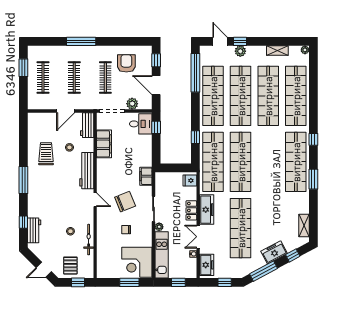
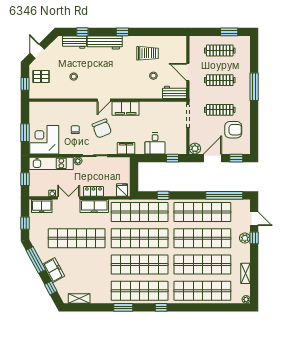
door: (220, 41) -> (254, 219), hinge flipped
plant: (132, 104) -> (195, 149), moved
desk: (141, 124) -> (155, 143), moved
filing cabinet: (104, 144) -> (126, 108), moved
shop shelf: (268, 162) -> (140, 265), added
workbench: (87, 171) -> (105, 42), moved, turned 180
window: (23, 180) -> (122, 32), width x0.46
bicycle: (89, 240) -> (66, 94), removed

